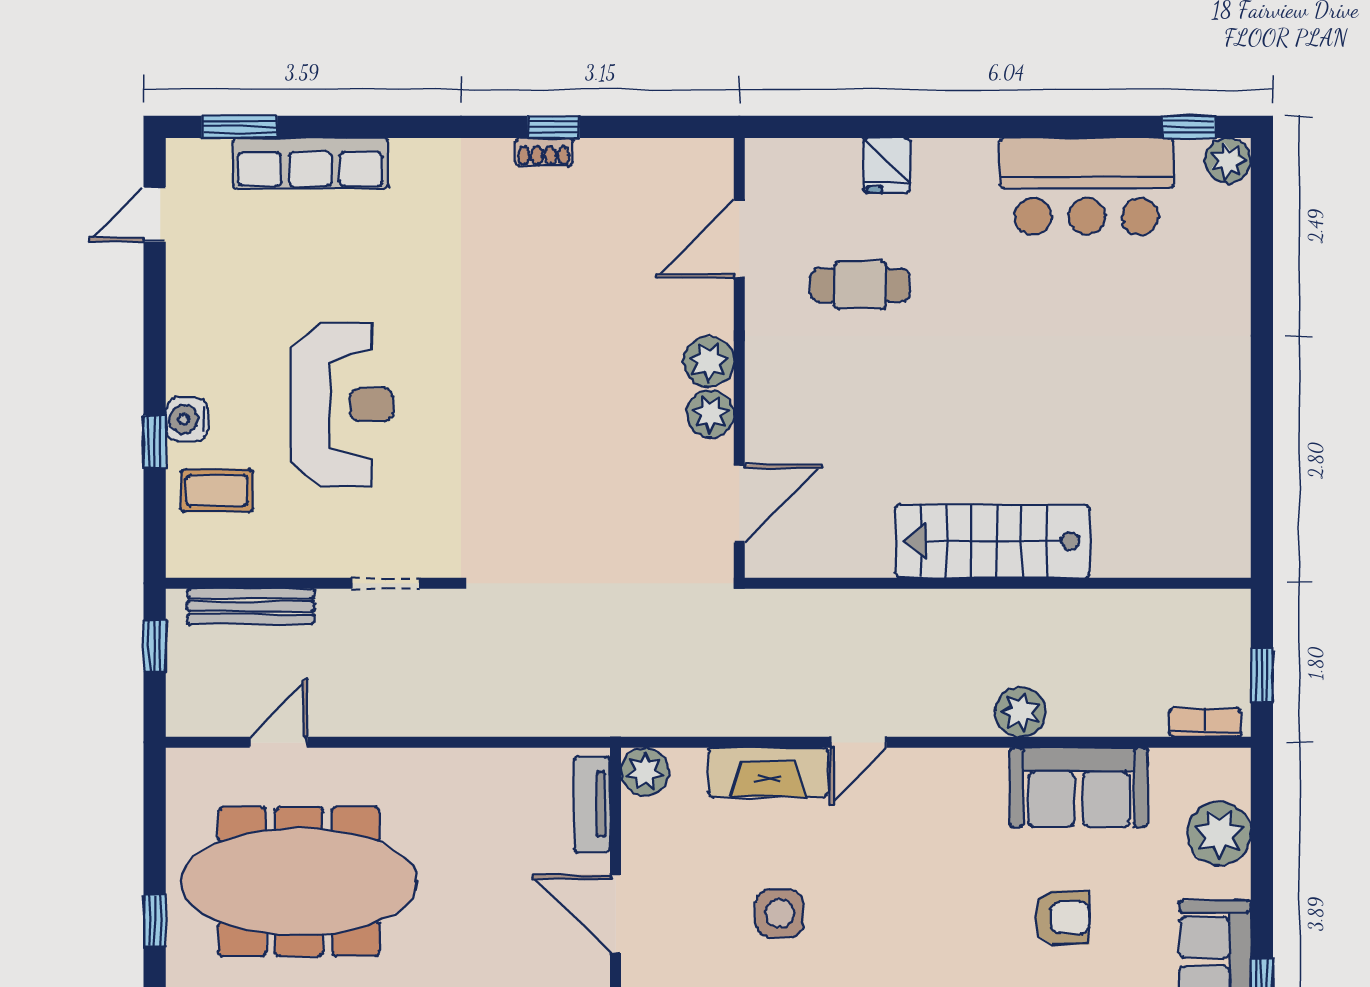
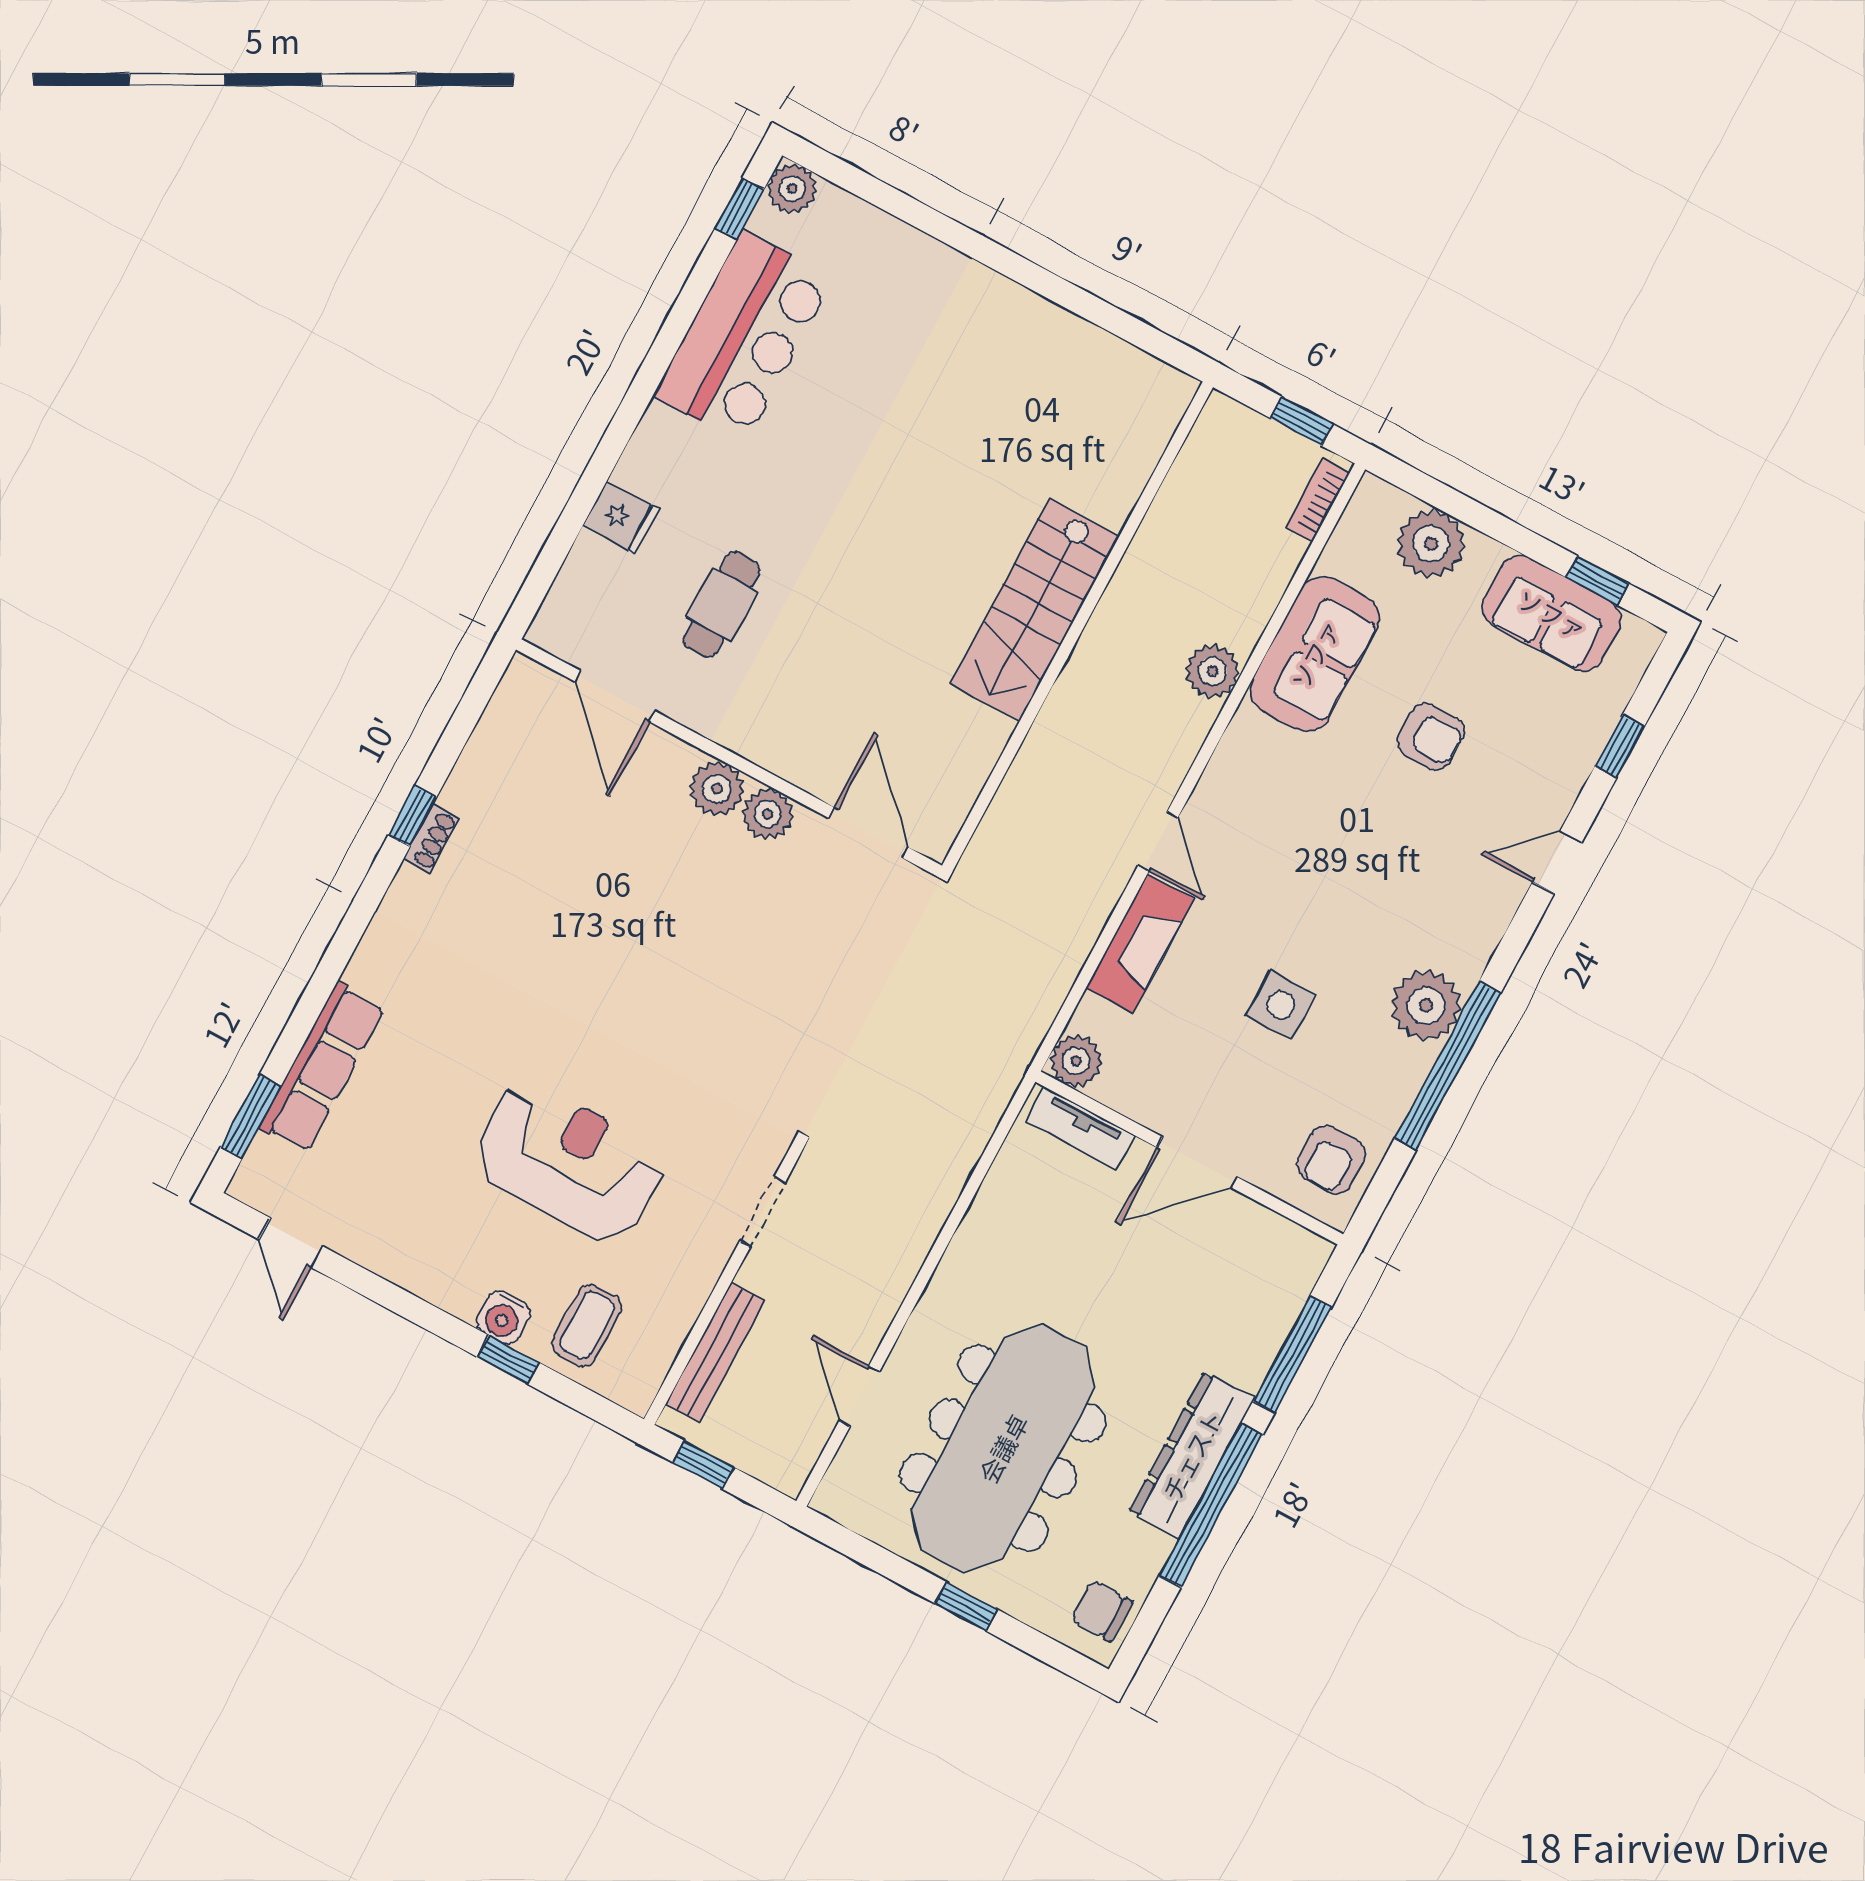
armchair: (1063, 917) -> (1431, 737), turned 90

